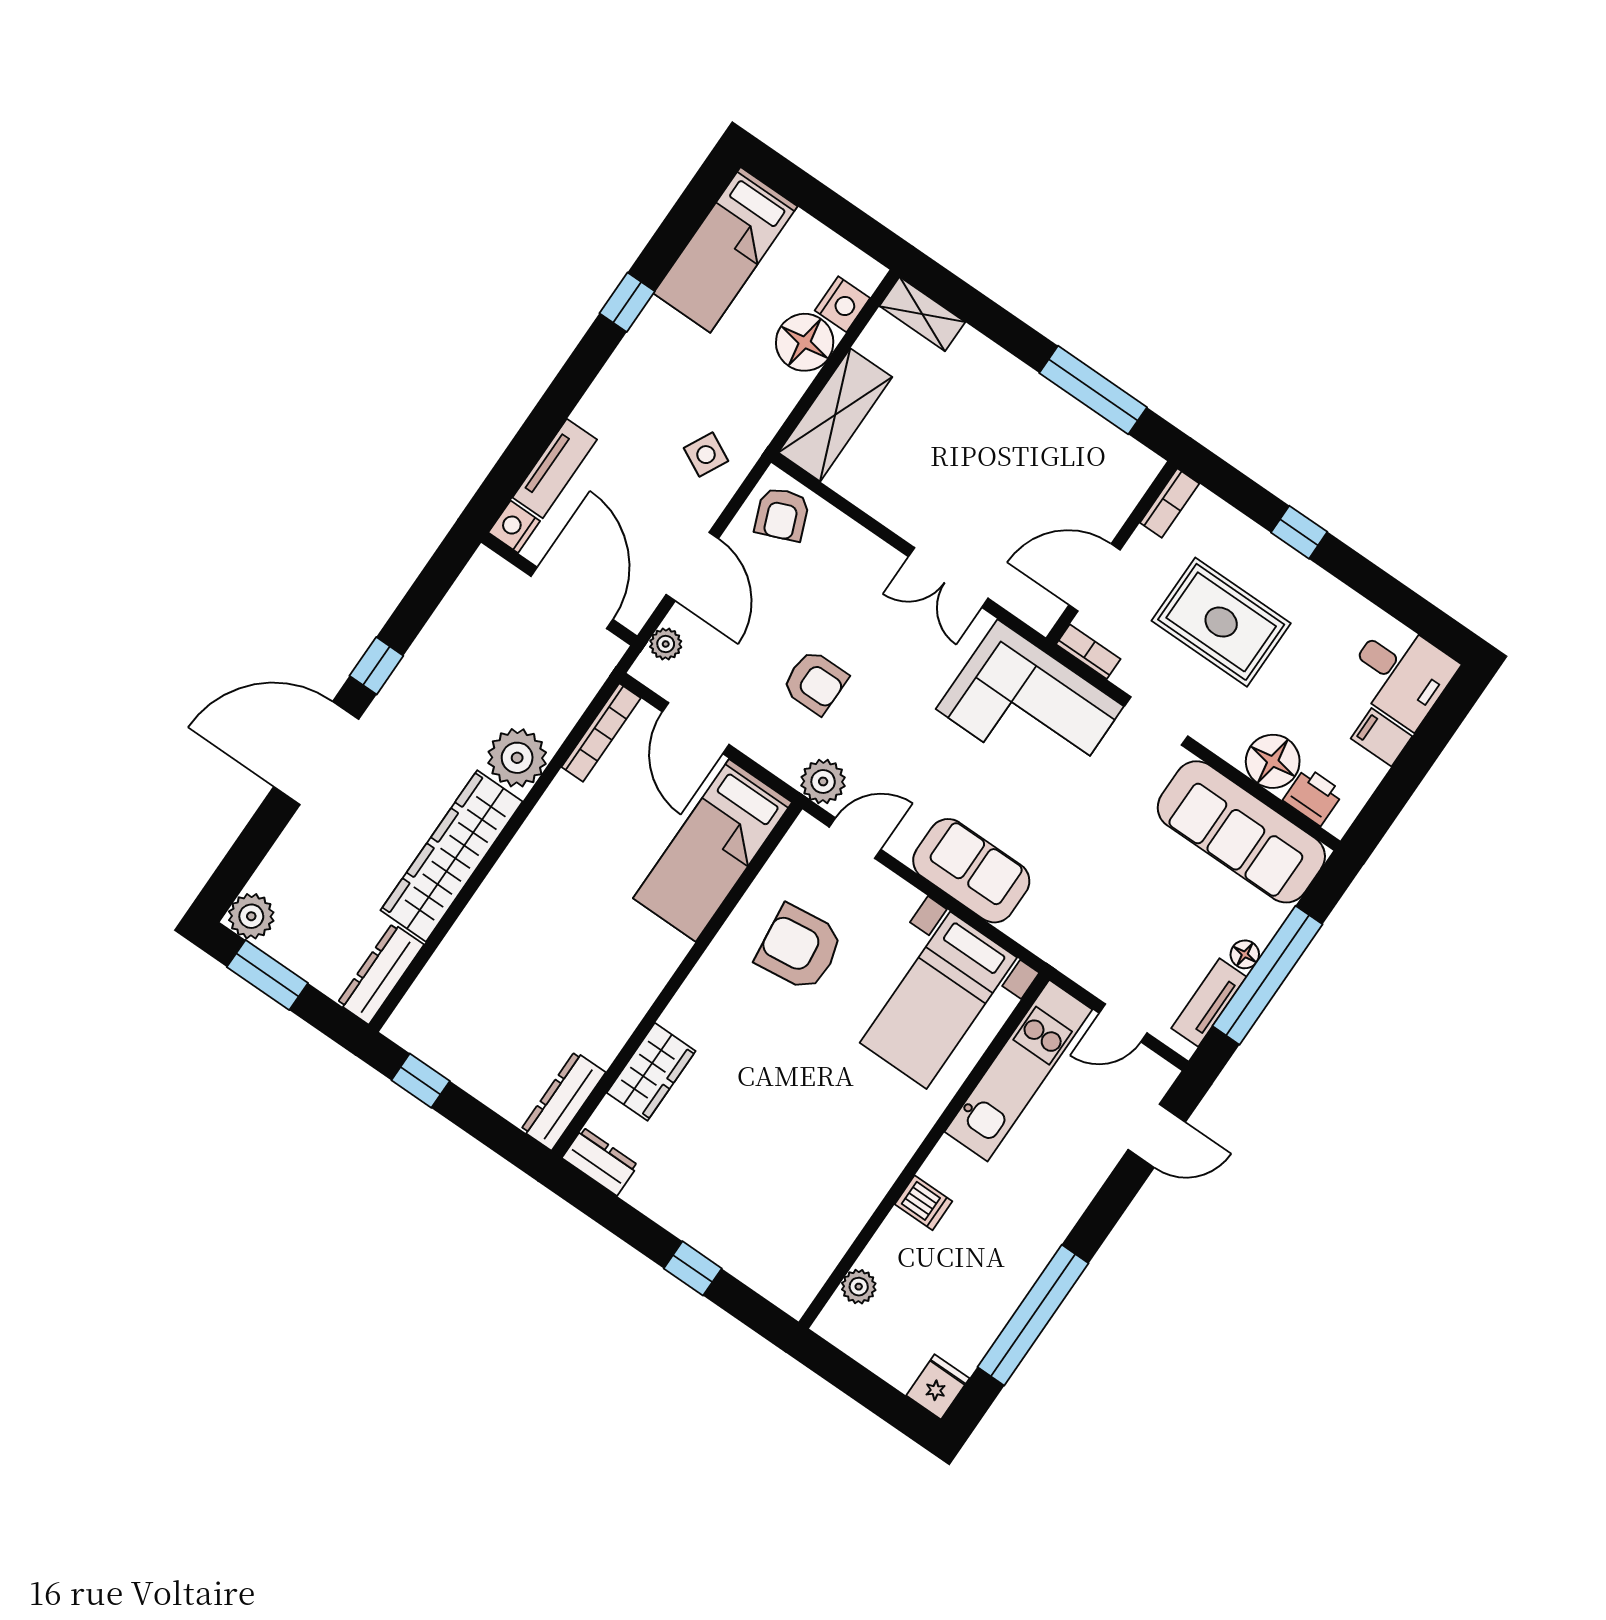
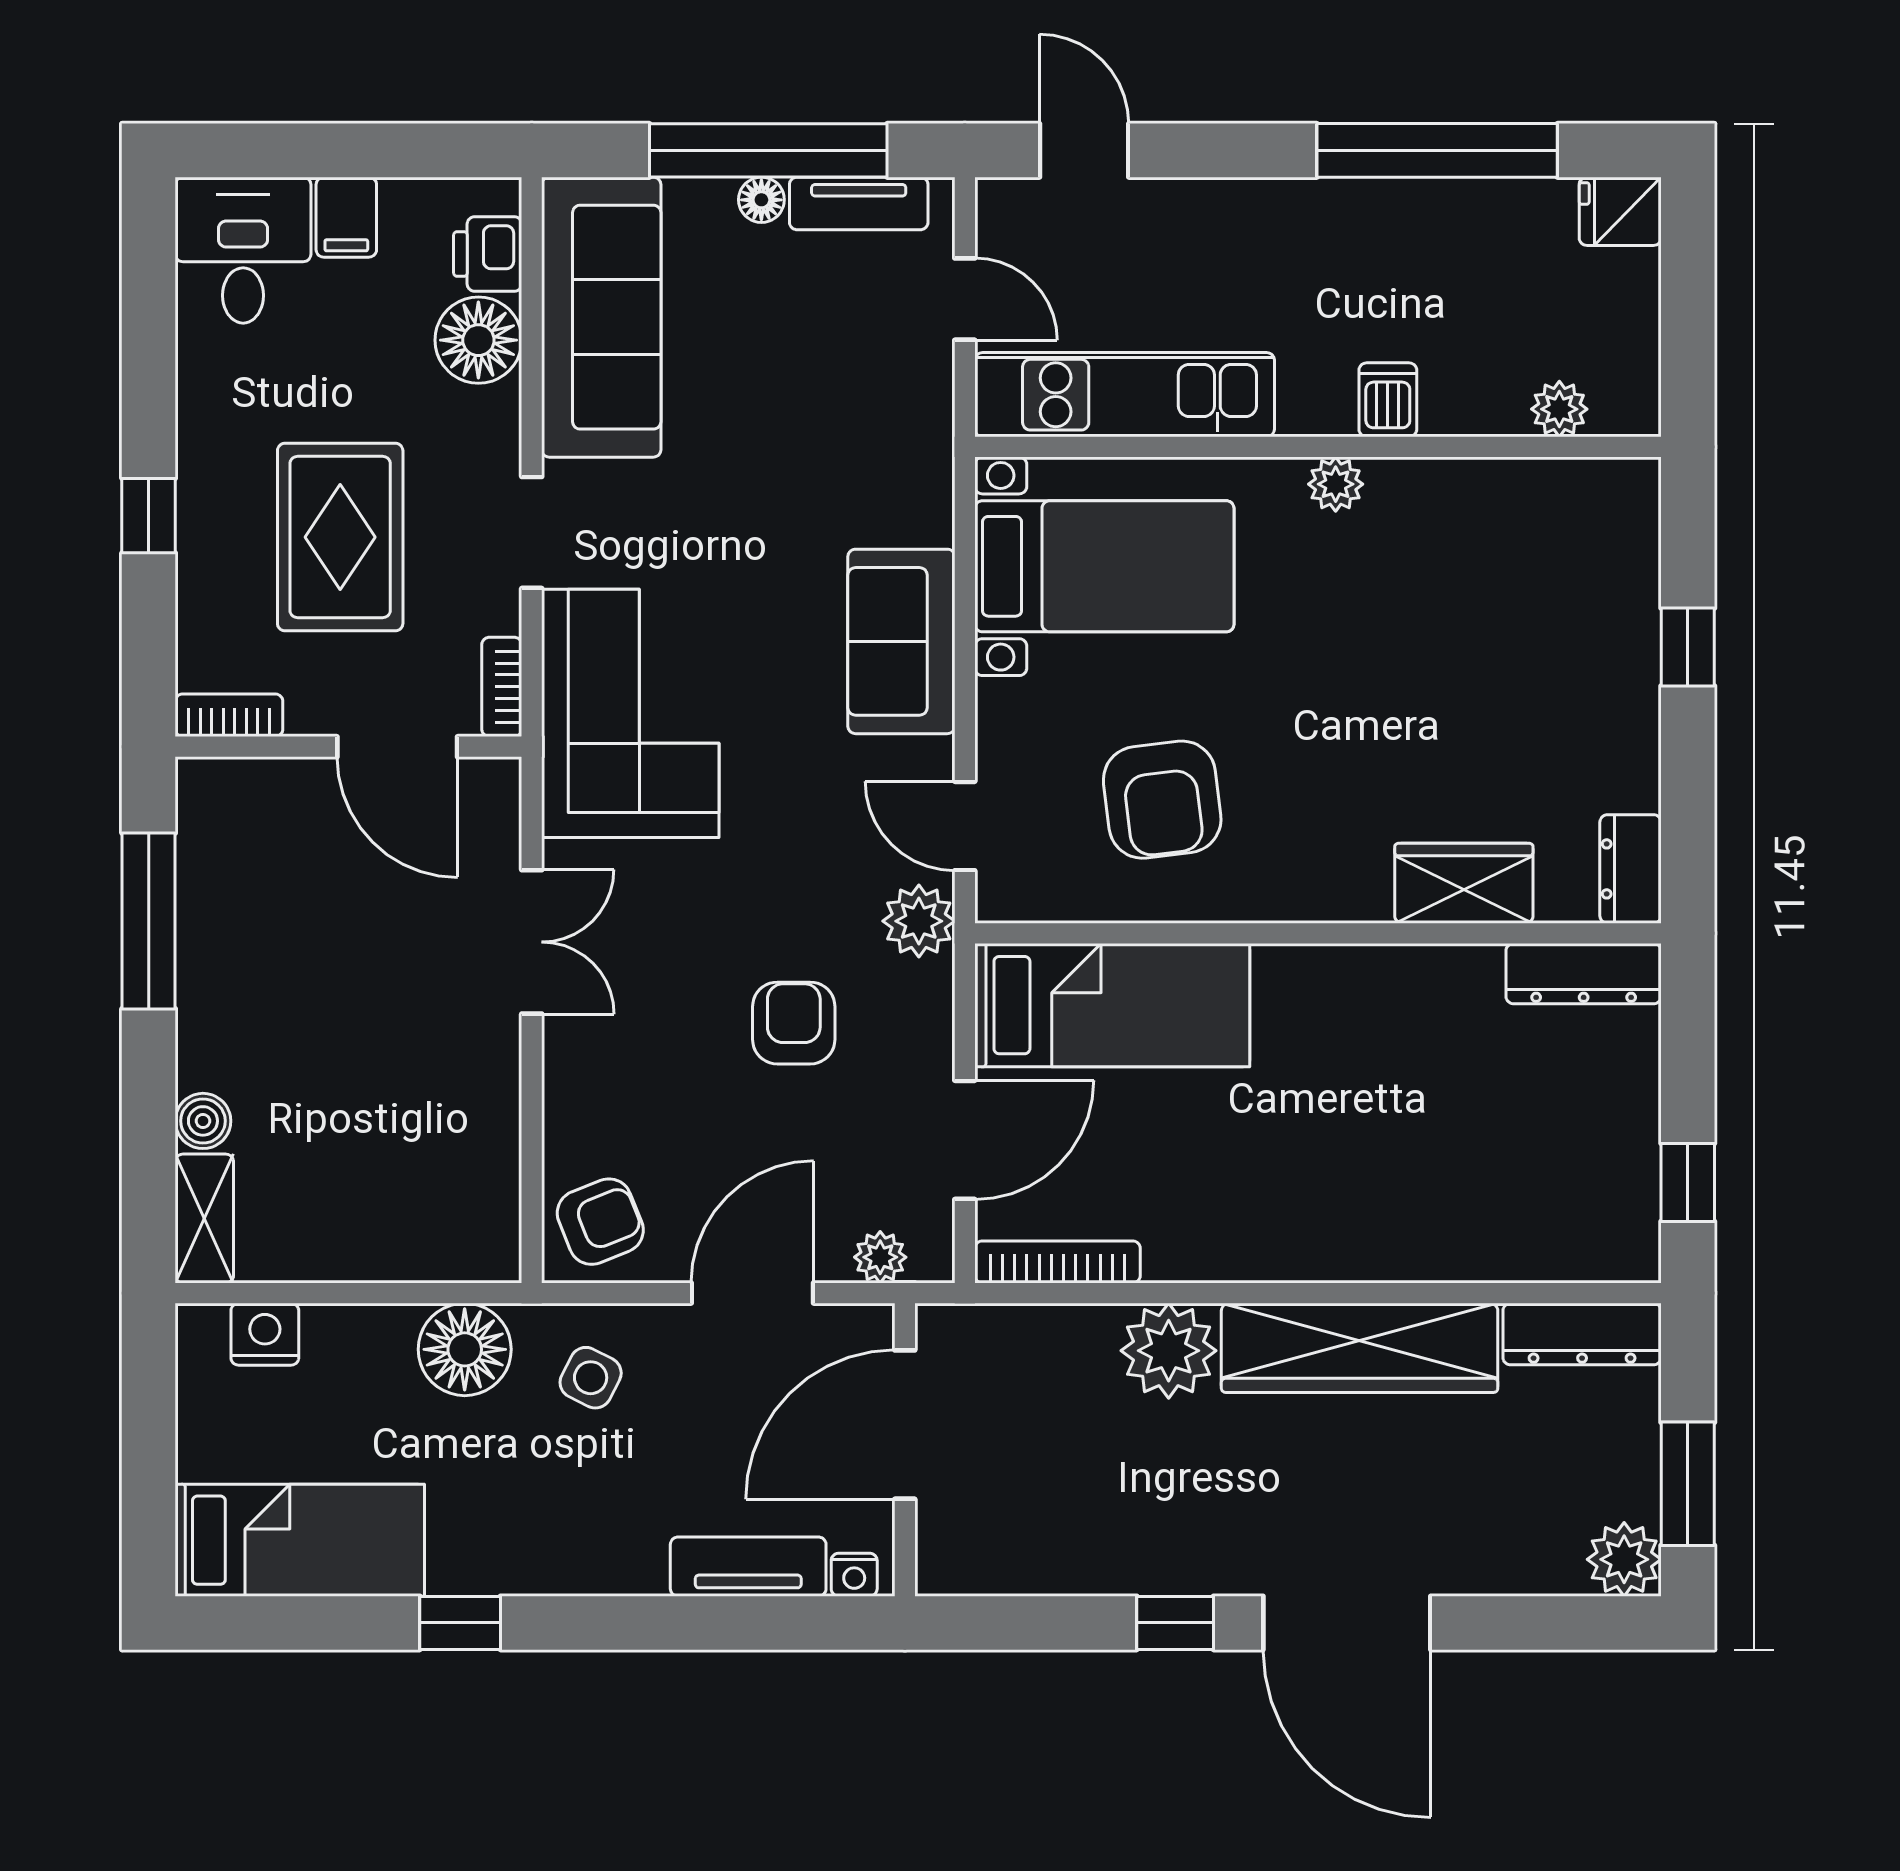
floor lamp: (805, 342) -> (465, 1349), moved
boiler: (972, 348) -> (203, 1121), added
shelving: (835, 415) -> (419, 1242), removed
nightstand: (514, 527) -> (854, 1575), width x0.72, depth x0.74
plant: (899, 1147) -> (1336, 484), added

